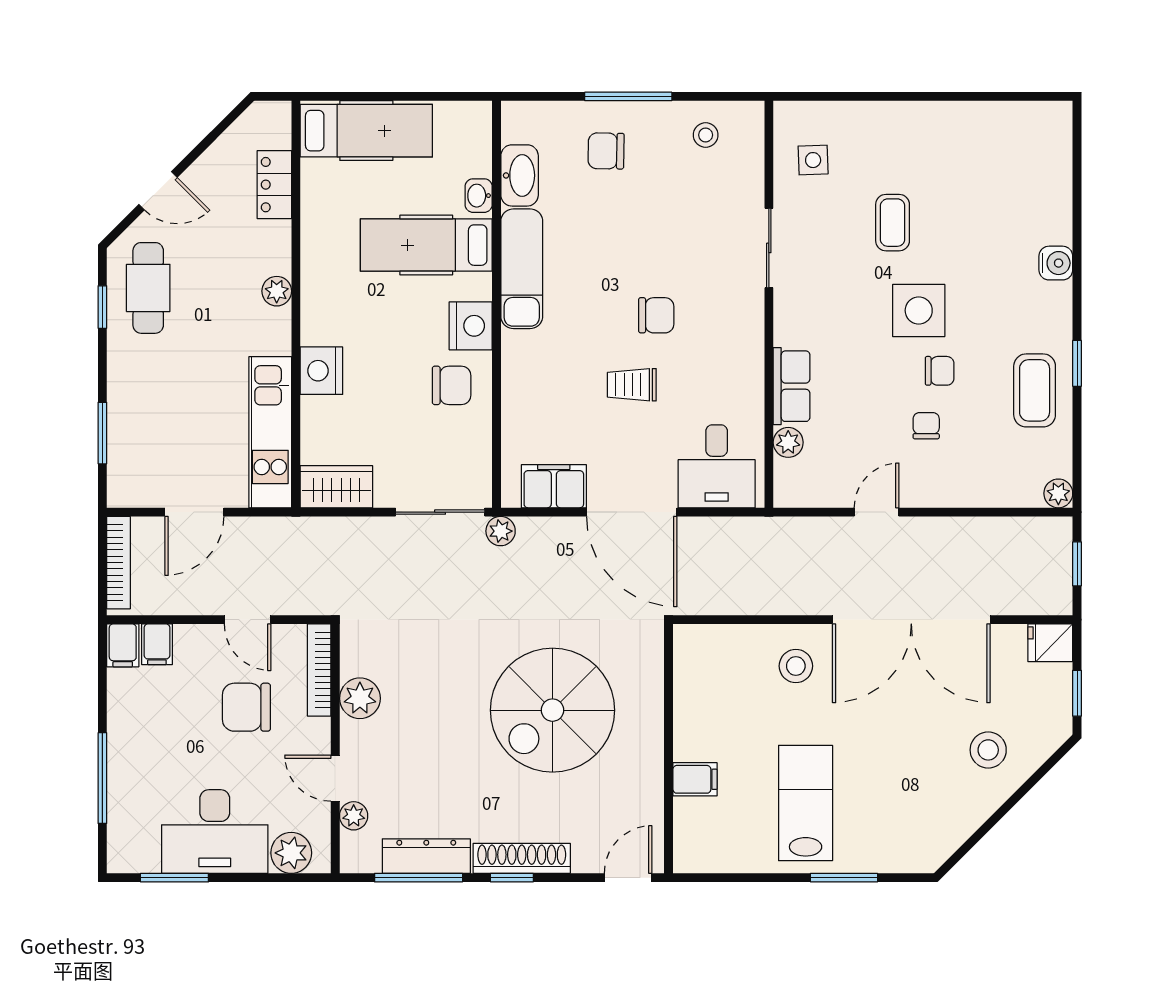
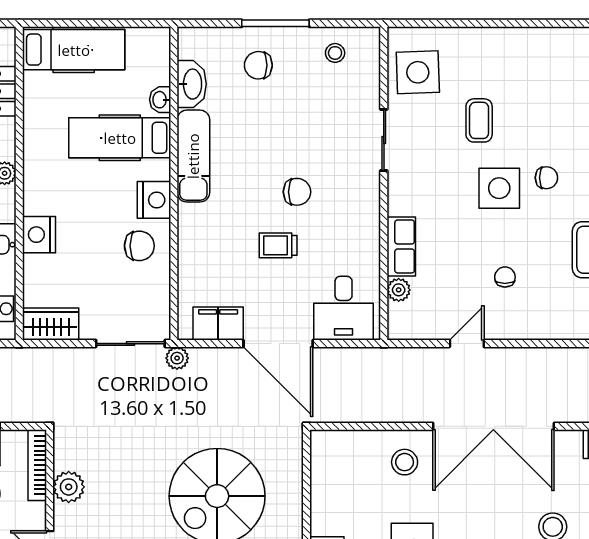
side table: (813, 160) -> (418, 72), width x1.87, depth x1.87
chair: (940, 371) -> (546, 178), moved

